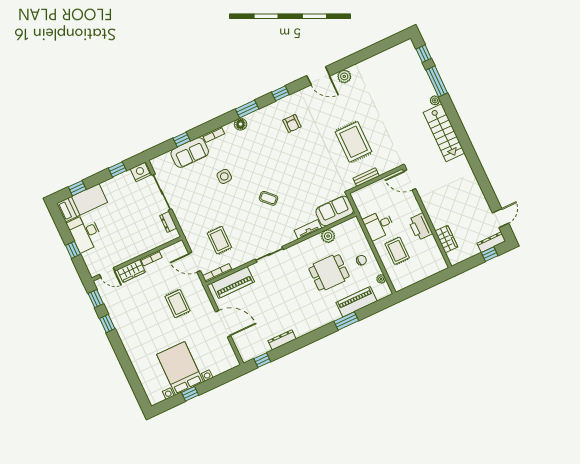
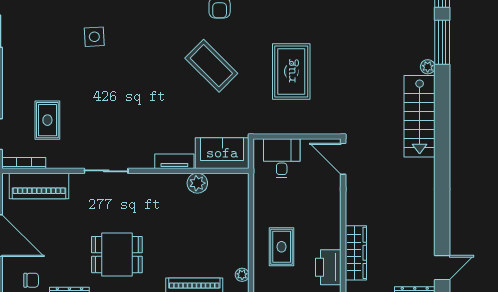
bench: (366, 177) -> (286, 127), removed
coffee table: (268, 198) -> (211, 66), moved, width x1.86, depth x1.72
desk: (379, 225) -> (282, 158), moved, turned 90
printer: (420, 227) -> (328, 267), moved
wardrobe: (446, 239) -> (356, 253), width x1.50
chair: (361, 260) -> (31, 280), moved
dining table: (329, 272) -> (117, 255), moved

